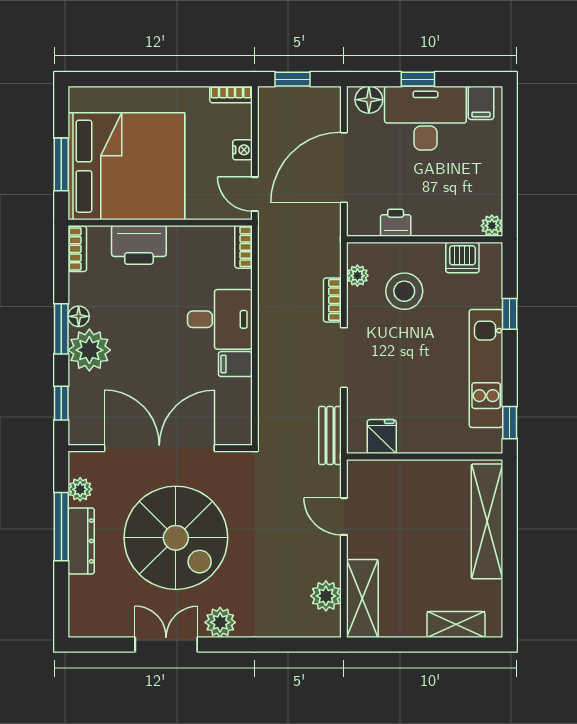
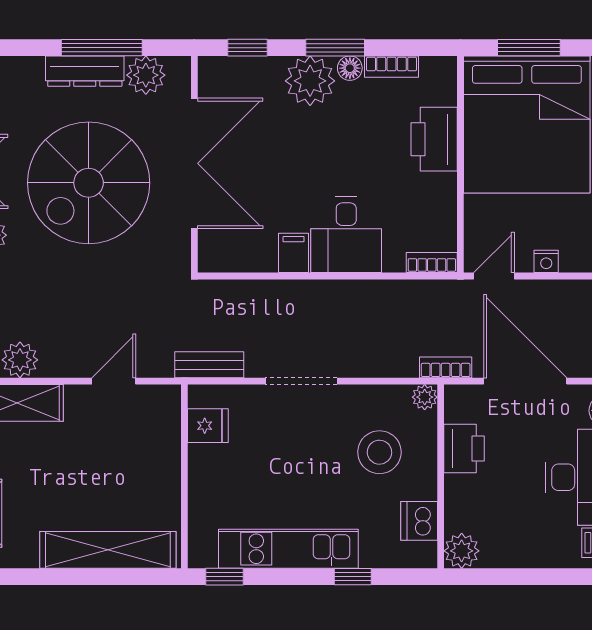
printer: (396, 223) -> (464, 449), width x1.36, depth x1.24
plant: (492, 226) -> (462, 551), width x1.38, depth x1.38
bookcase: (77, 249) -> (392, 67), moved
plant: (357, 276) -> (425, 397), moved
bookcase: (332, 300) -> (446, 367), moved
plant: (80, 489) -> (146, 75), width x1.38, depth x1.38

